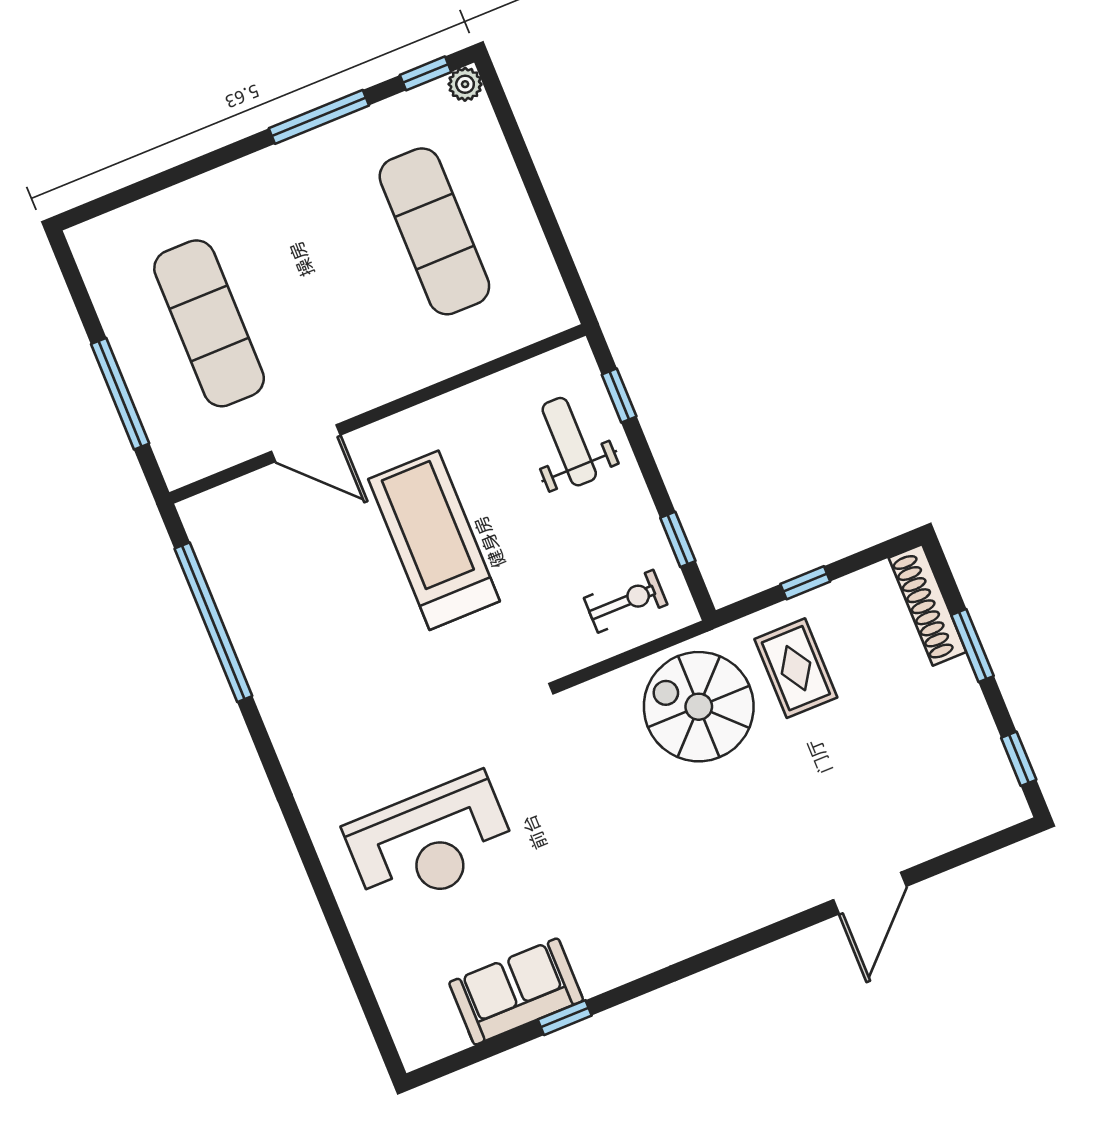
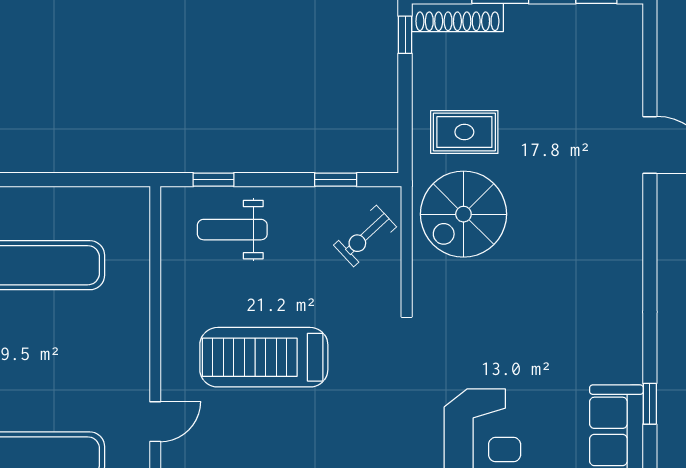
door: (306, 443) -> (155, 422), width x0.73
window: (805, 583) -> (405, 35), moved
exercise bike: (626, 601) -> (365, 236), turned -133

